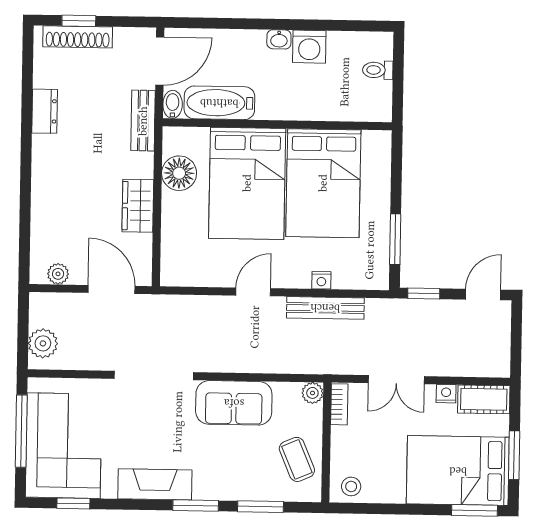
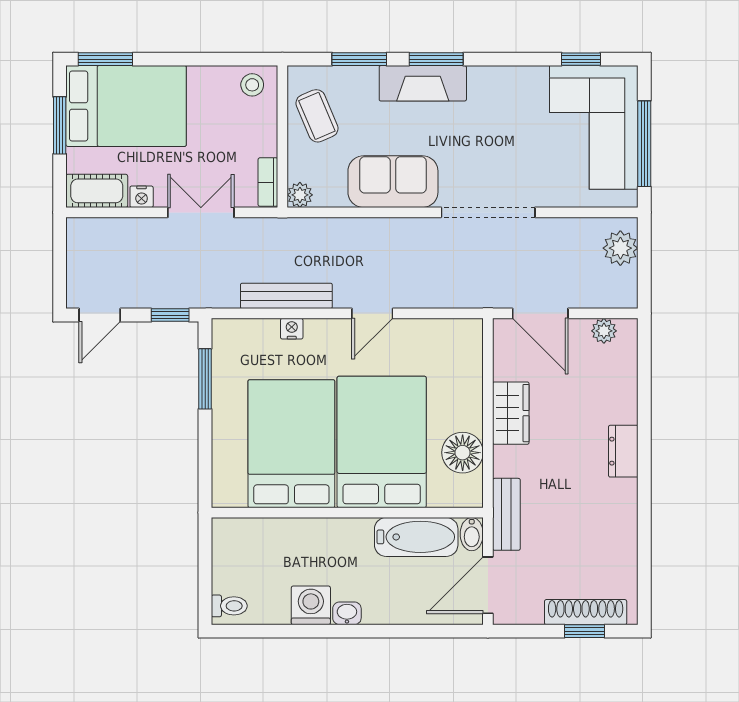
toilet: (378, 70) -> (229, 606), moved
dresser: (45, 111) -> (623, 451), moved
fireplace: (155, 484) -> (423, 83), moved

